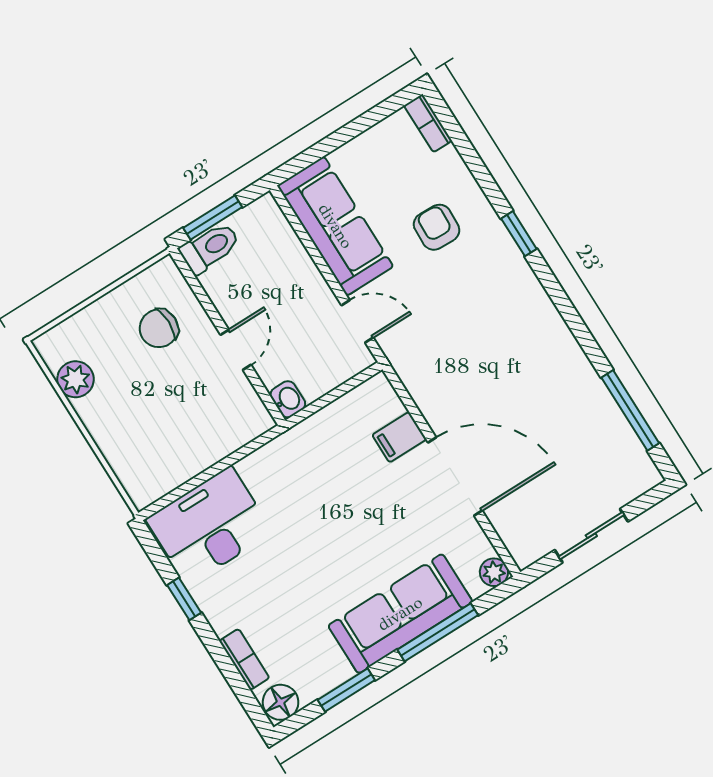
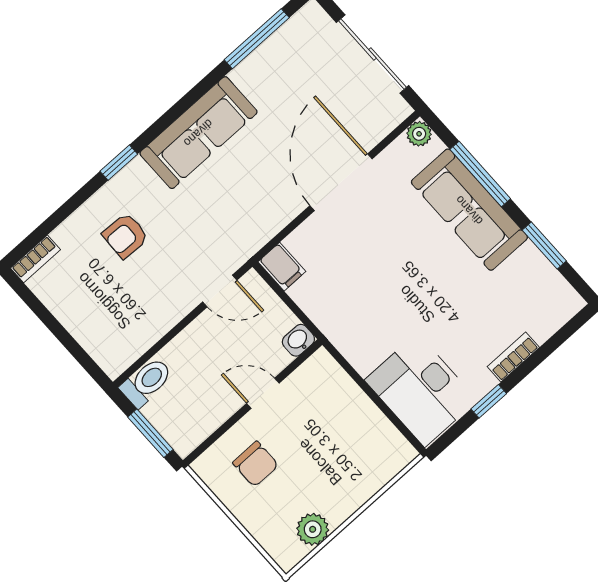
sofa: (335, 226) -> (198, 133), moved, turned 180
toilet: (210, 248) -> (147, 382), moved, turned 90
door: (357, 321) -> (220, 291), swing flipped
filing cabinet: (399, 437) -> (282, 267), moved
sliding door: (591, 536) -> (372, 54), width x1.37
bookcase: (244, 659) -> (513, 357), moved
floor lamp: (281, 702) -> (565, 301), removed

